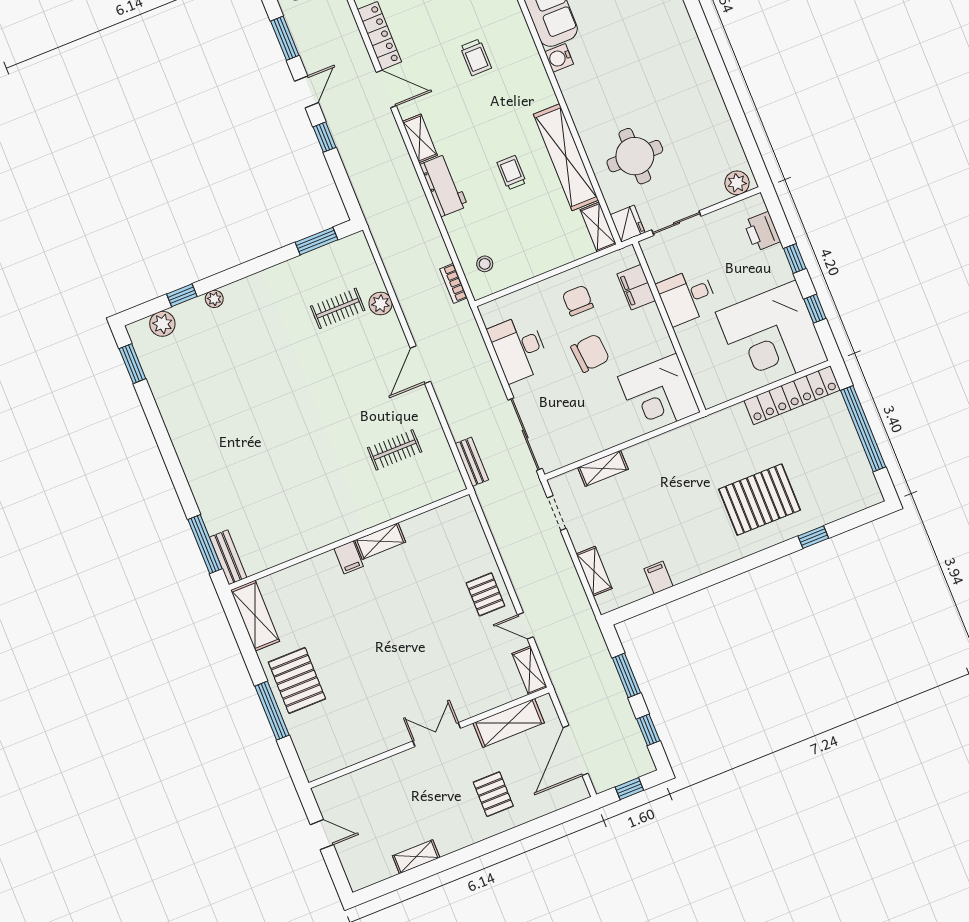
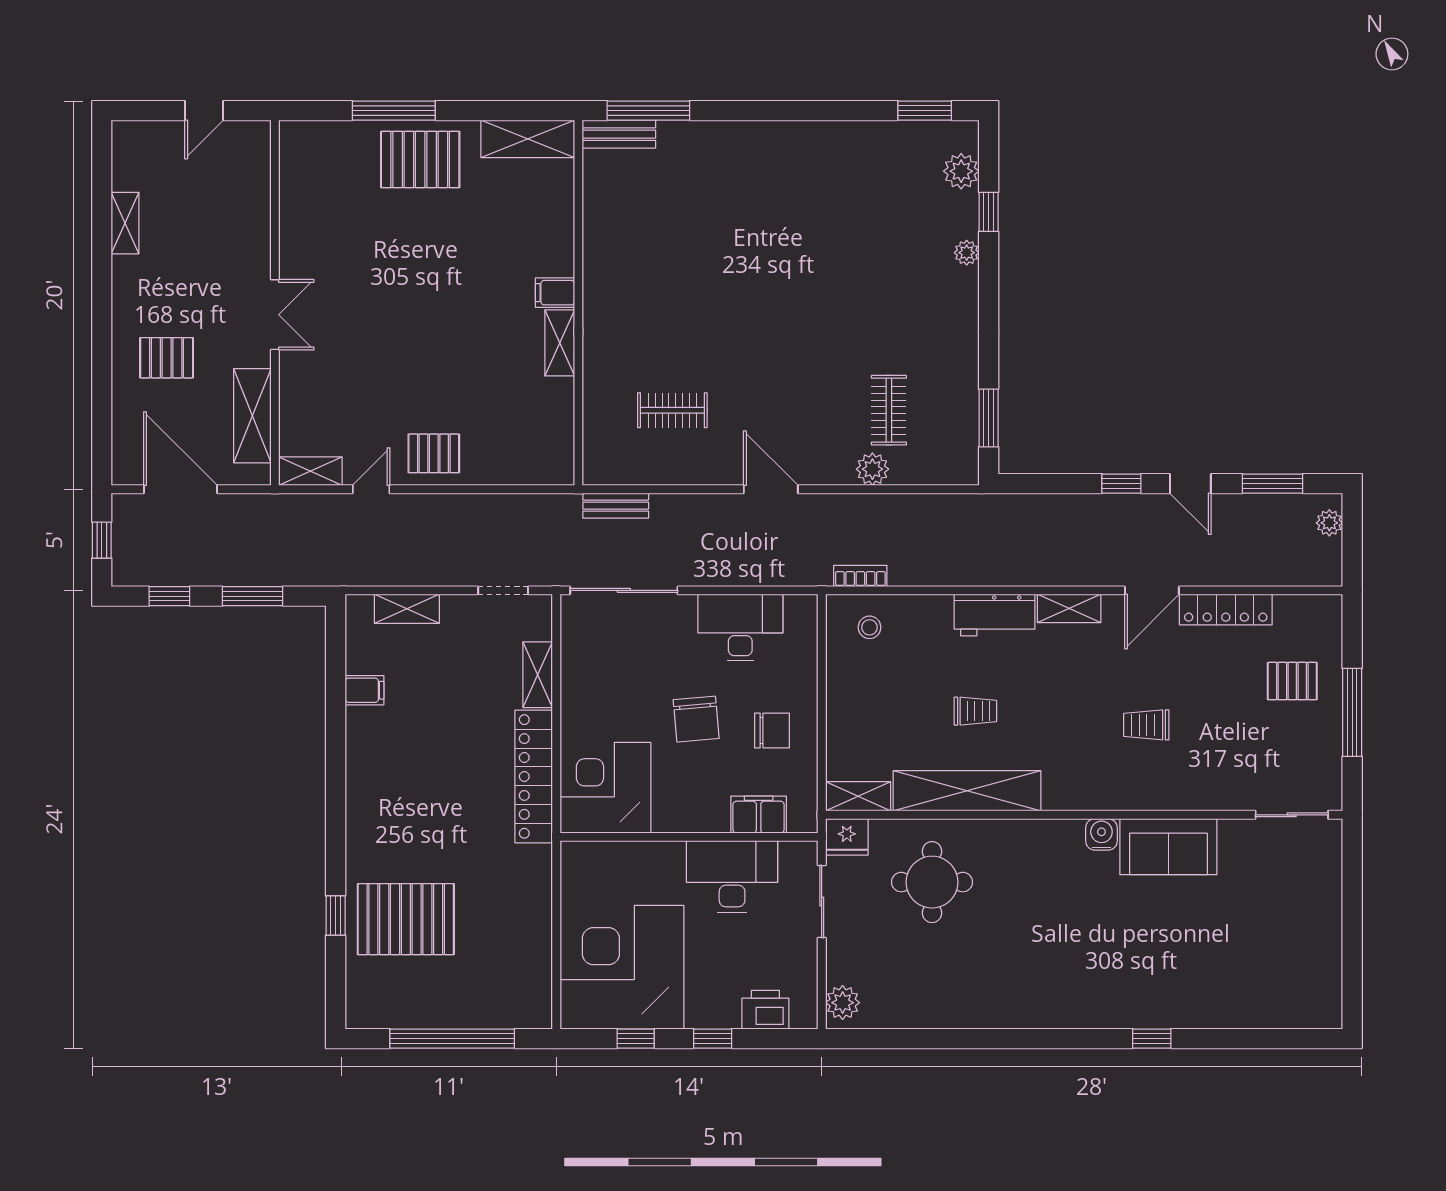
desk: (687, 296) -> (732, 877), width x1.37
locker: (792, 395) -> (534, 776), moved
clothes rail: (395, 450) -> (672, 410), turned 90
pallet: (760, 500) -> (406, 919), moved, turned 90

